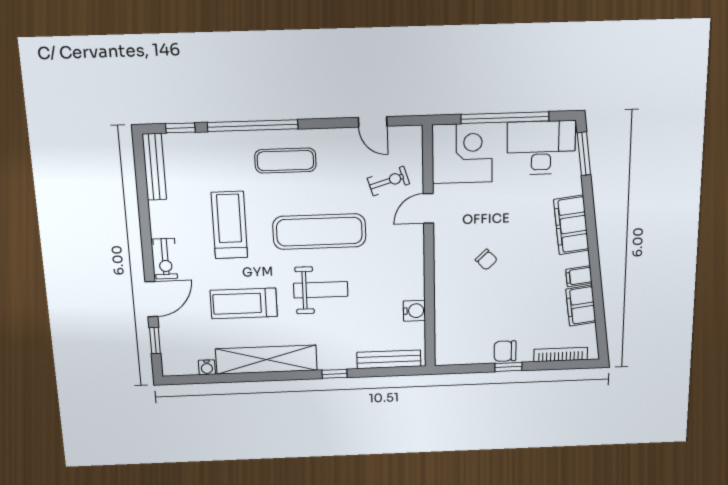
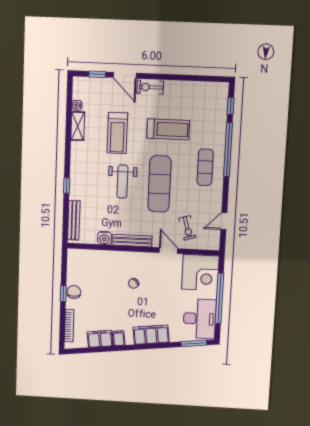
bench: (154, 167) -> (132, 241), moved
treadmill: (244, 303) -> (117, 133), turned 180
shelving: (266, 360) -> (78, 126), width x0.45, depth x0.75

